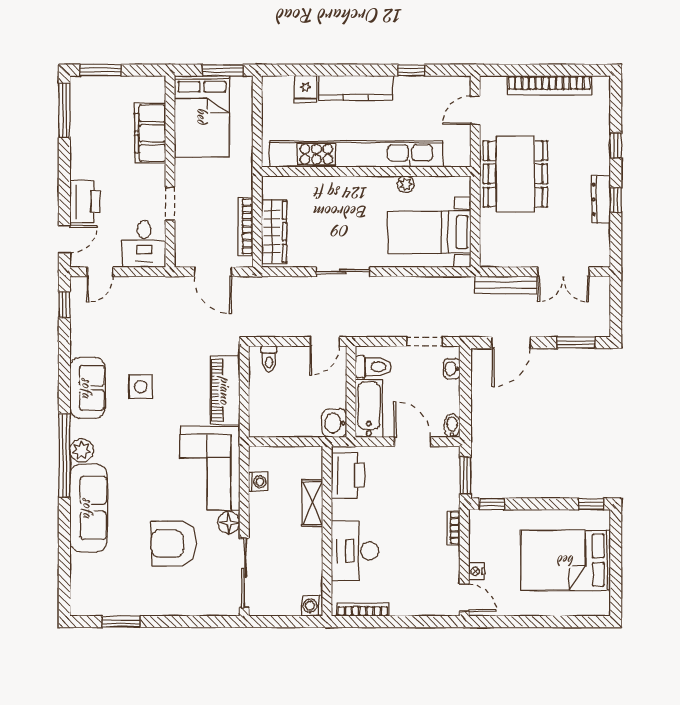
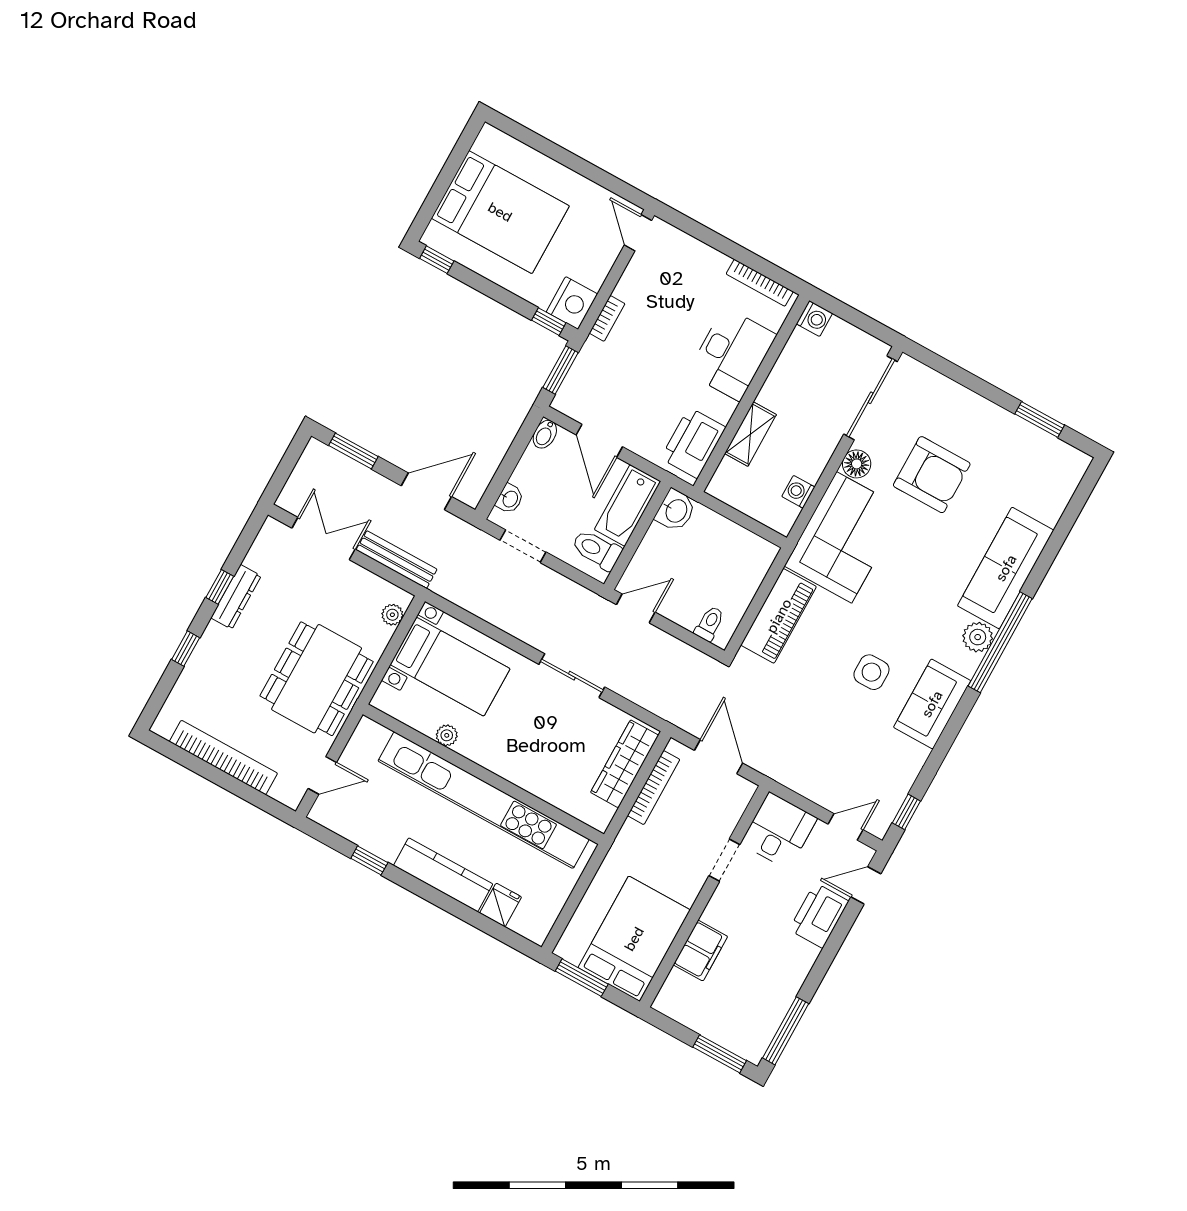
filing cabinet: (150, 133) -> (700, 951), width x0.67, depth x0.86
plant: (488, 246) -> (392, 615), added
nightstand: (477, 571) -> (572, 303), moved, width x1.89, depth x1.79

